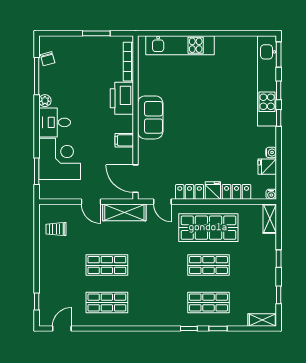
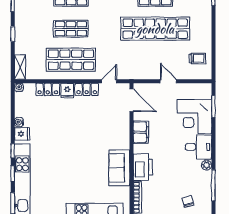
chair: (48, 59) -> (188, 201), moved
sofa: (150, 117) -> (119, 168), moved
filing cabinet: (124, 140) -> (141, 132), width x2.00
fridge: (267, 167) -> (22, 134), moved
door: (162, 202) -> (109, 81), hinge flipped
shelving: (124, 212) -> (141, 72), removed
shop shelf: (107, 265) -> (155, 29), width x2.00, depth x1.36

